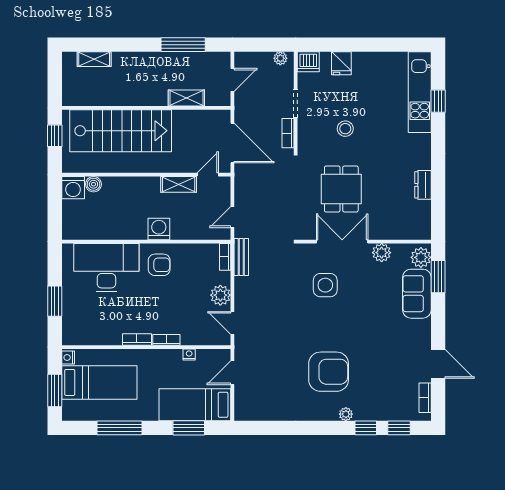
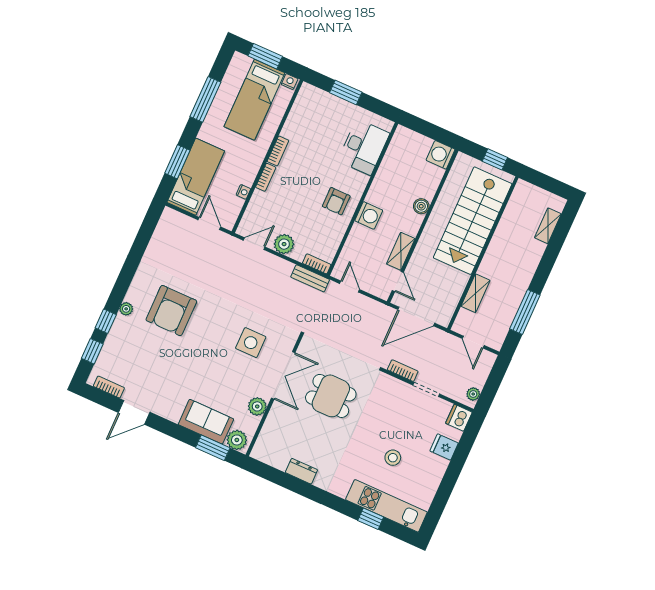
stool: (345, 129) -> (393, 458), moved
boiler: (93, 184) -> (421, 206), moved
desk: (106, 268) -> (364, 147), width x0.73, depth x0.77

